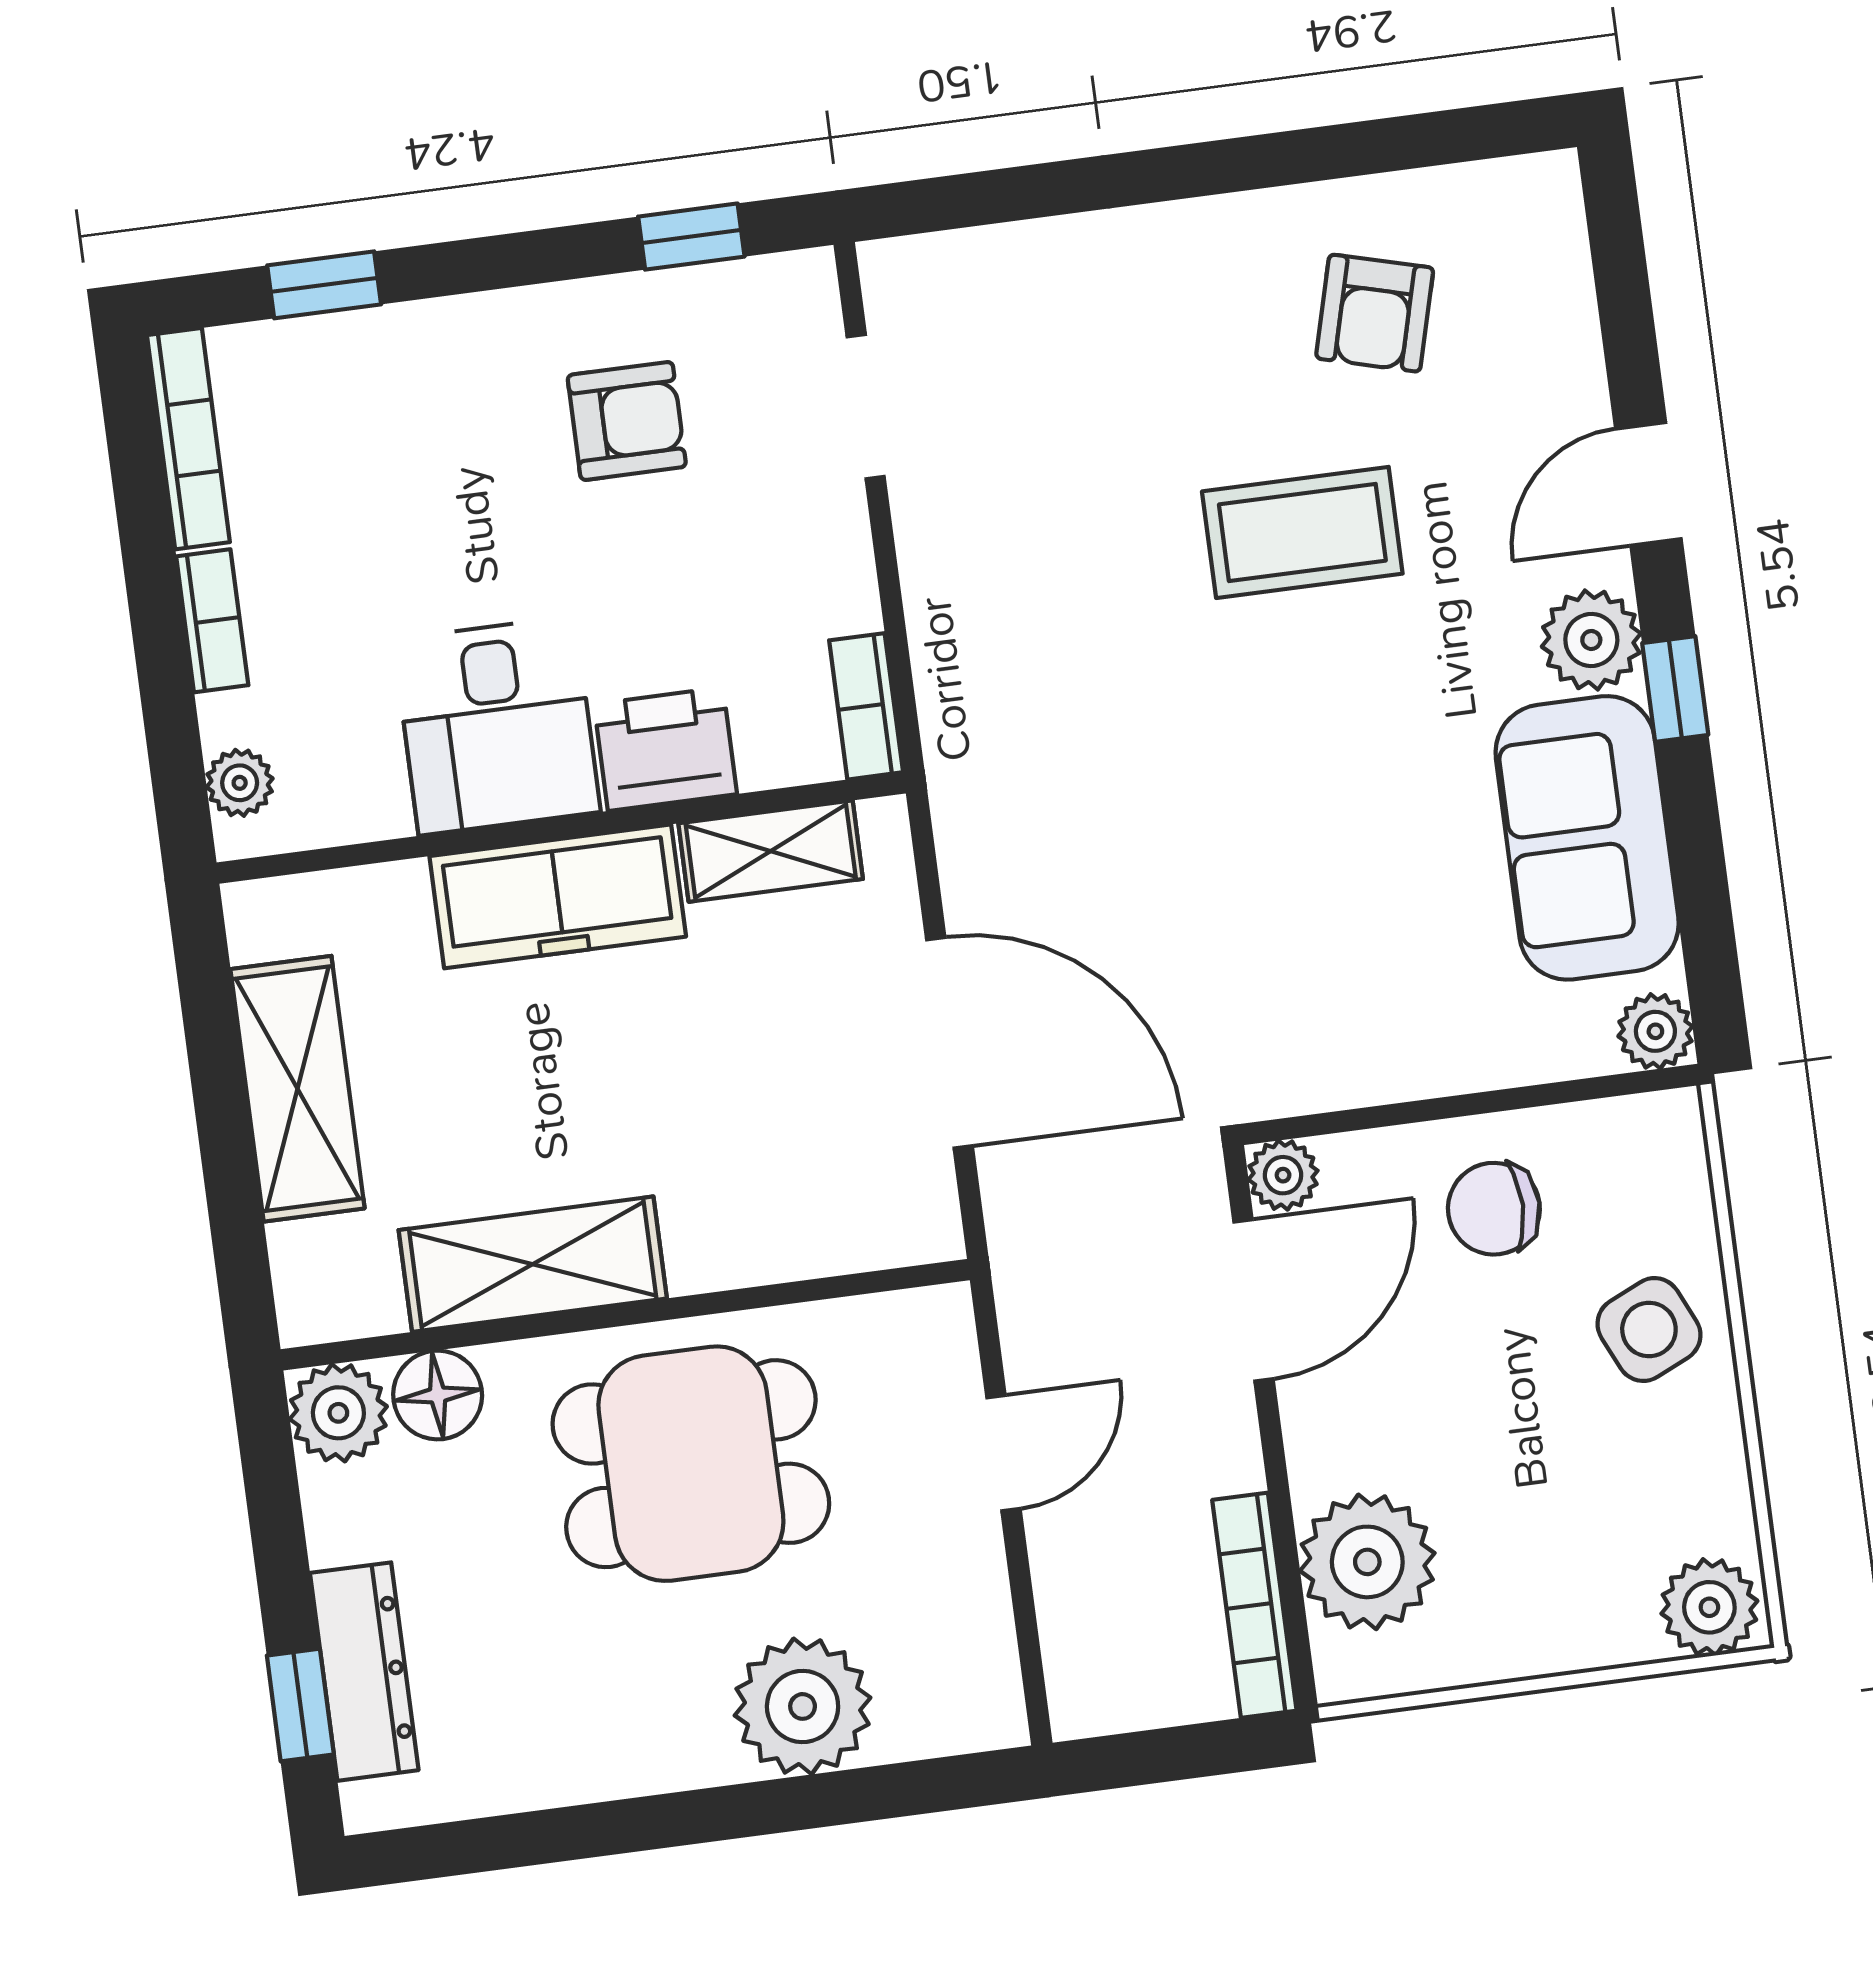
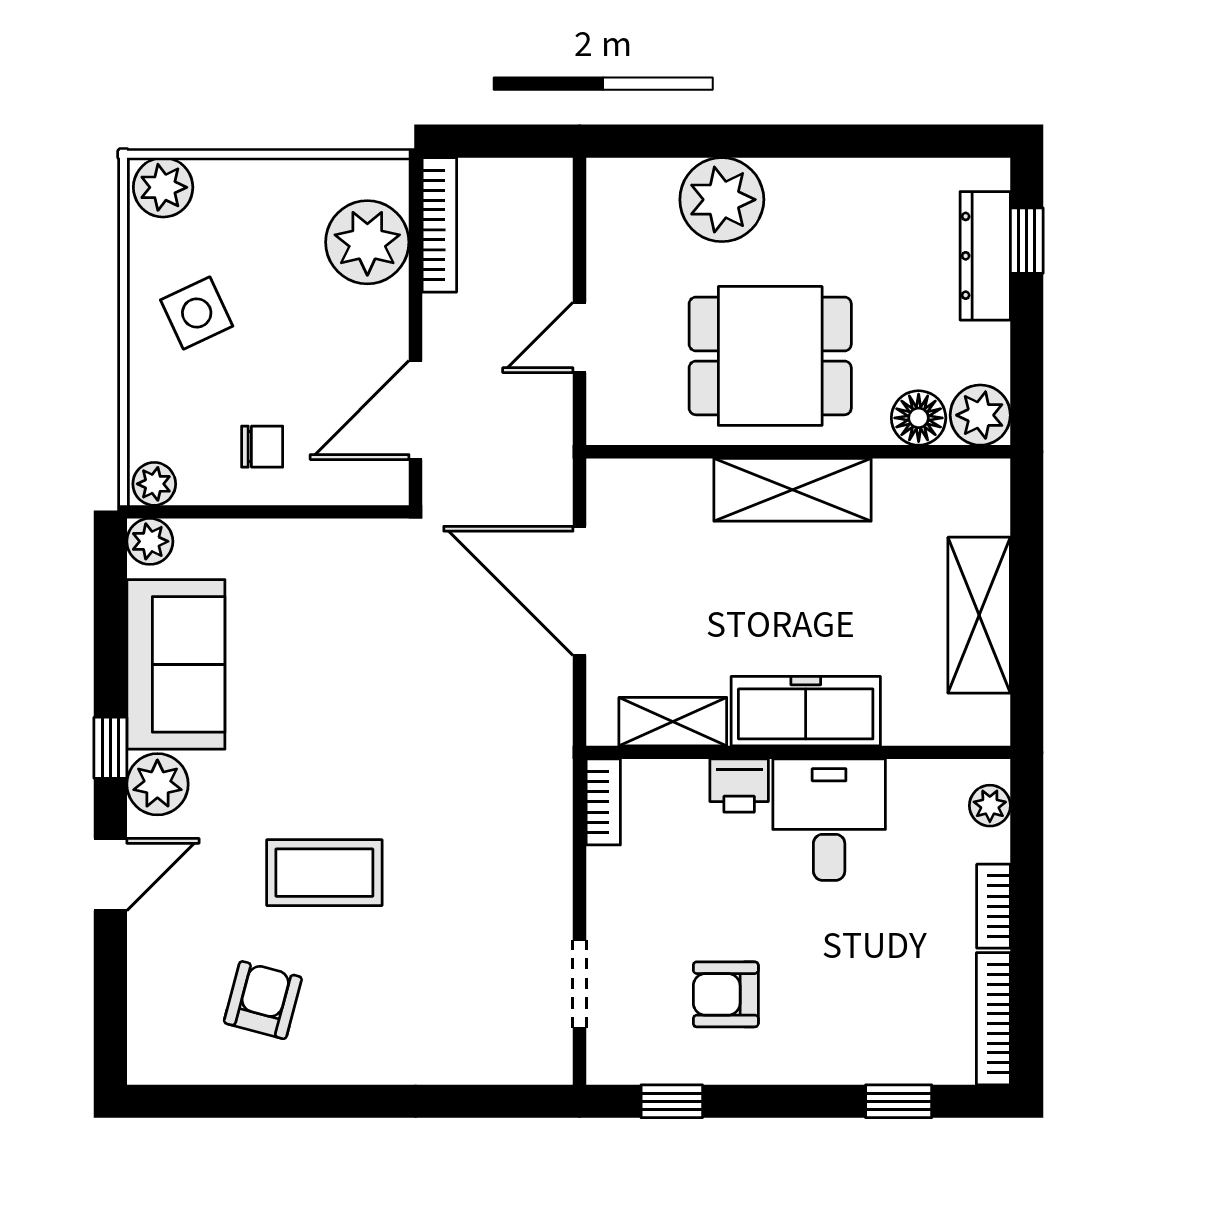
printer: (666, 749) -> (739, 786), width x0.73, depth x0.81
plant: (1283, 1175) -> (154, 484), moved
chair: (1494, 1209) -> (262, 447), width x0.73, depth x0.73
shelving: (533, 1264) -> (793, 490), moved
side table: (1649, 1329) -> (197, 313), moved

